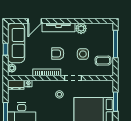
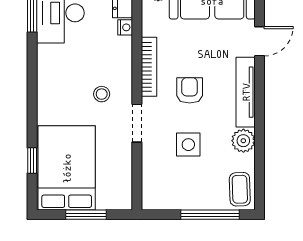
door: (35, 21) -> (260, 41), swing flipped
coffee table: (103, 61) -> (240, 189), moved

